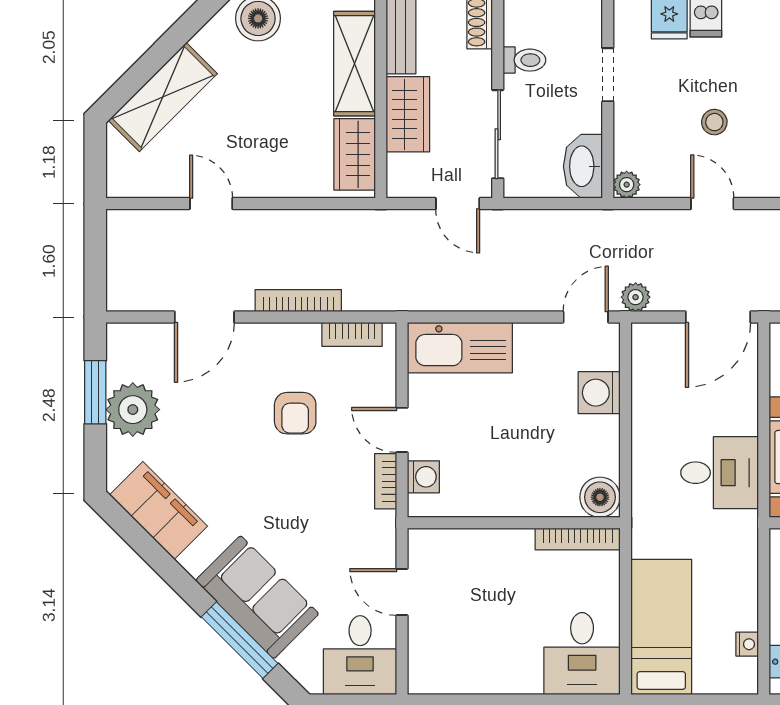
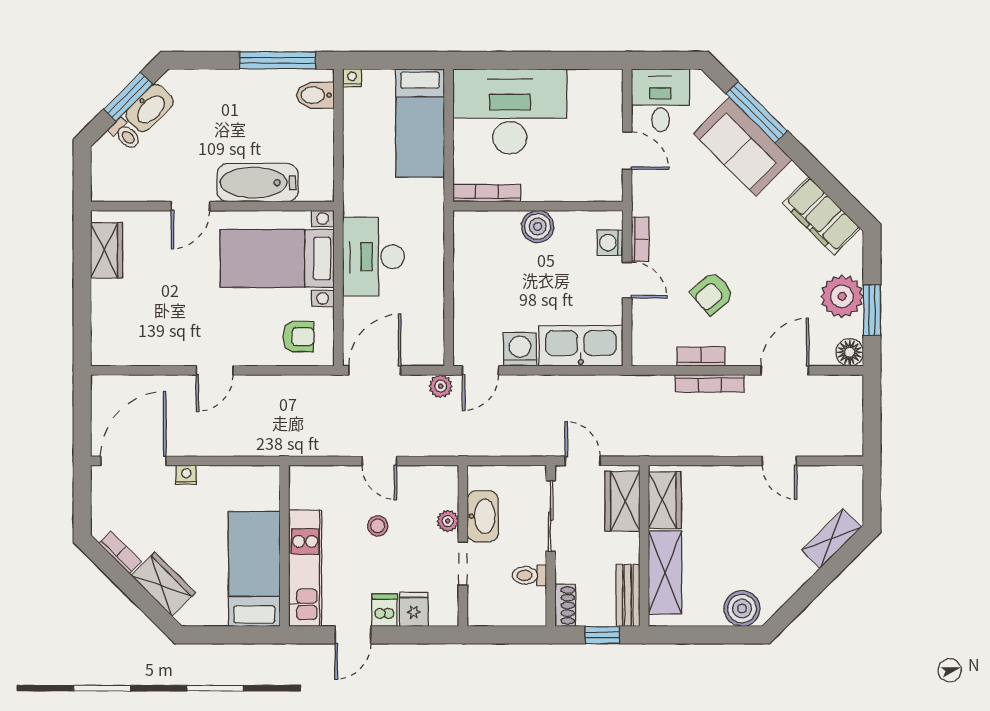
shelving: (163, 97) -> (832, 539), width x0.67, depth x0.75
wardrobe: (408, 114) -> (622, 501), moved
washbasin: (583, 166) -> (483, 516), moved
plant: (627, 185) -> (448, 521), moved
bookcase: (352, 334) -> (701, 356), moved
floor lamp: (123, 340) -> (850, 352), added
washing machine: (599, 393) -> (520, 349), moved, turned -90
armchair: (295, 413) -> (712, 294), turned -131
desk: (720, 473) -> (374, 257), width x1.37
boiler: (600, 497) -> (538, 226), moved
nightstand: (747, 644) -> (352, 78), moved, turned 90
desk: (582, 654) -> (510, 111), width x1.87, depth x1.30

